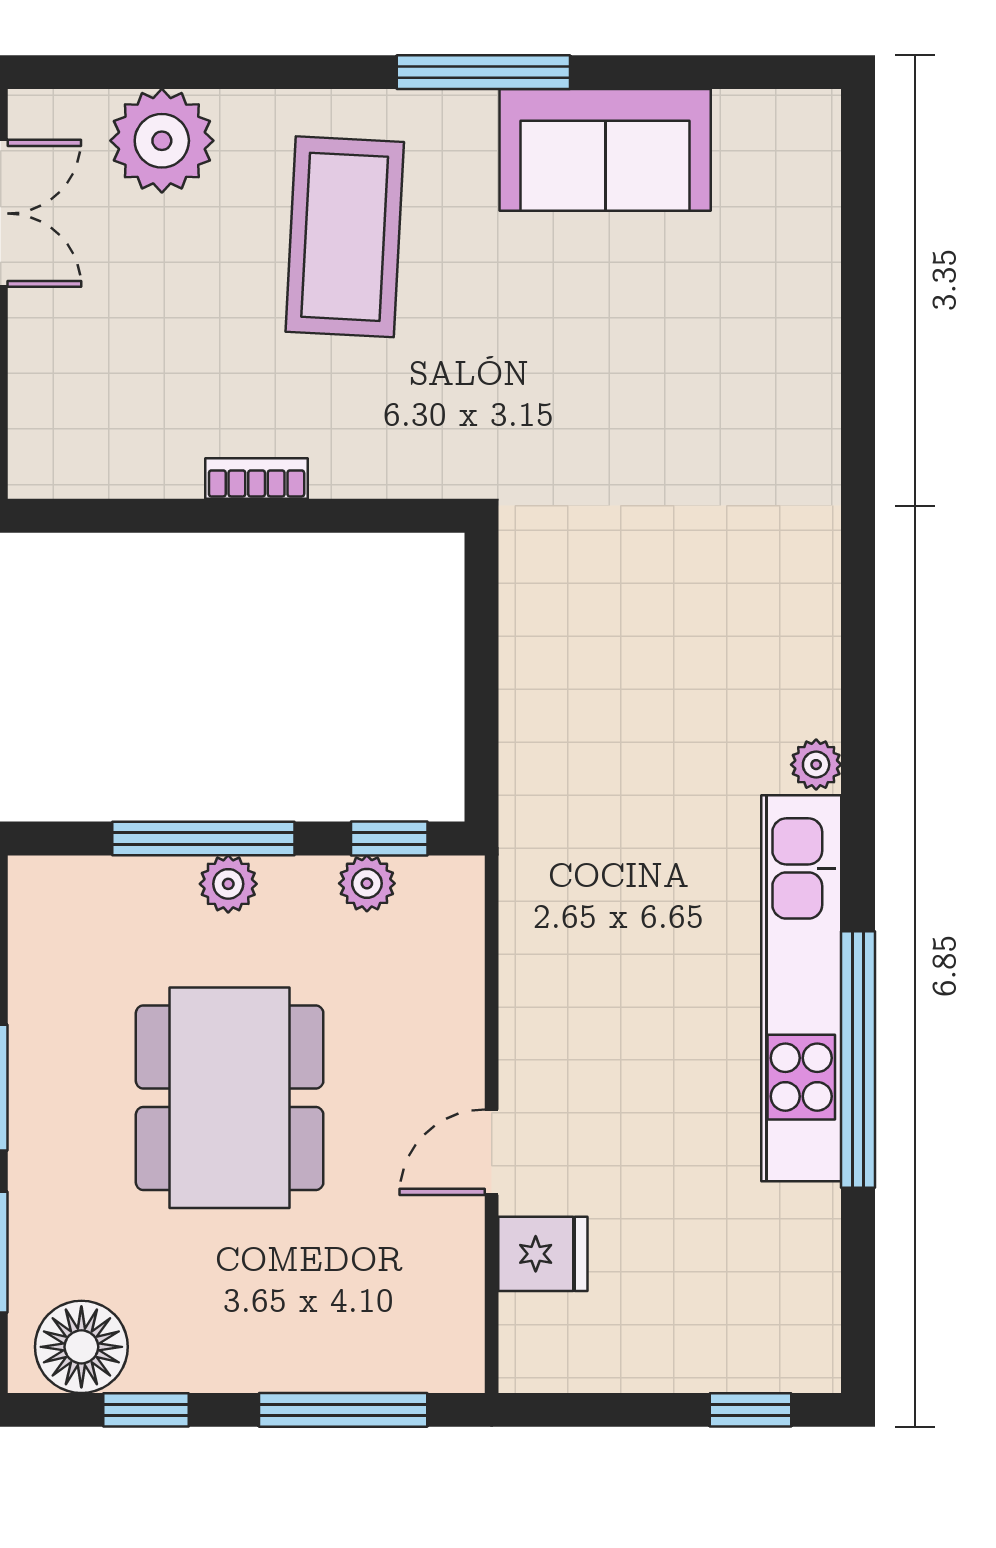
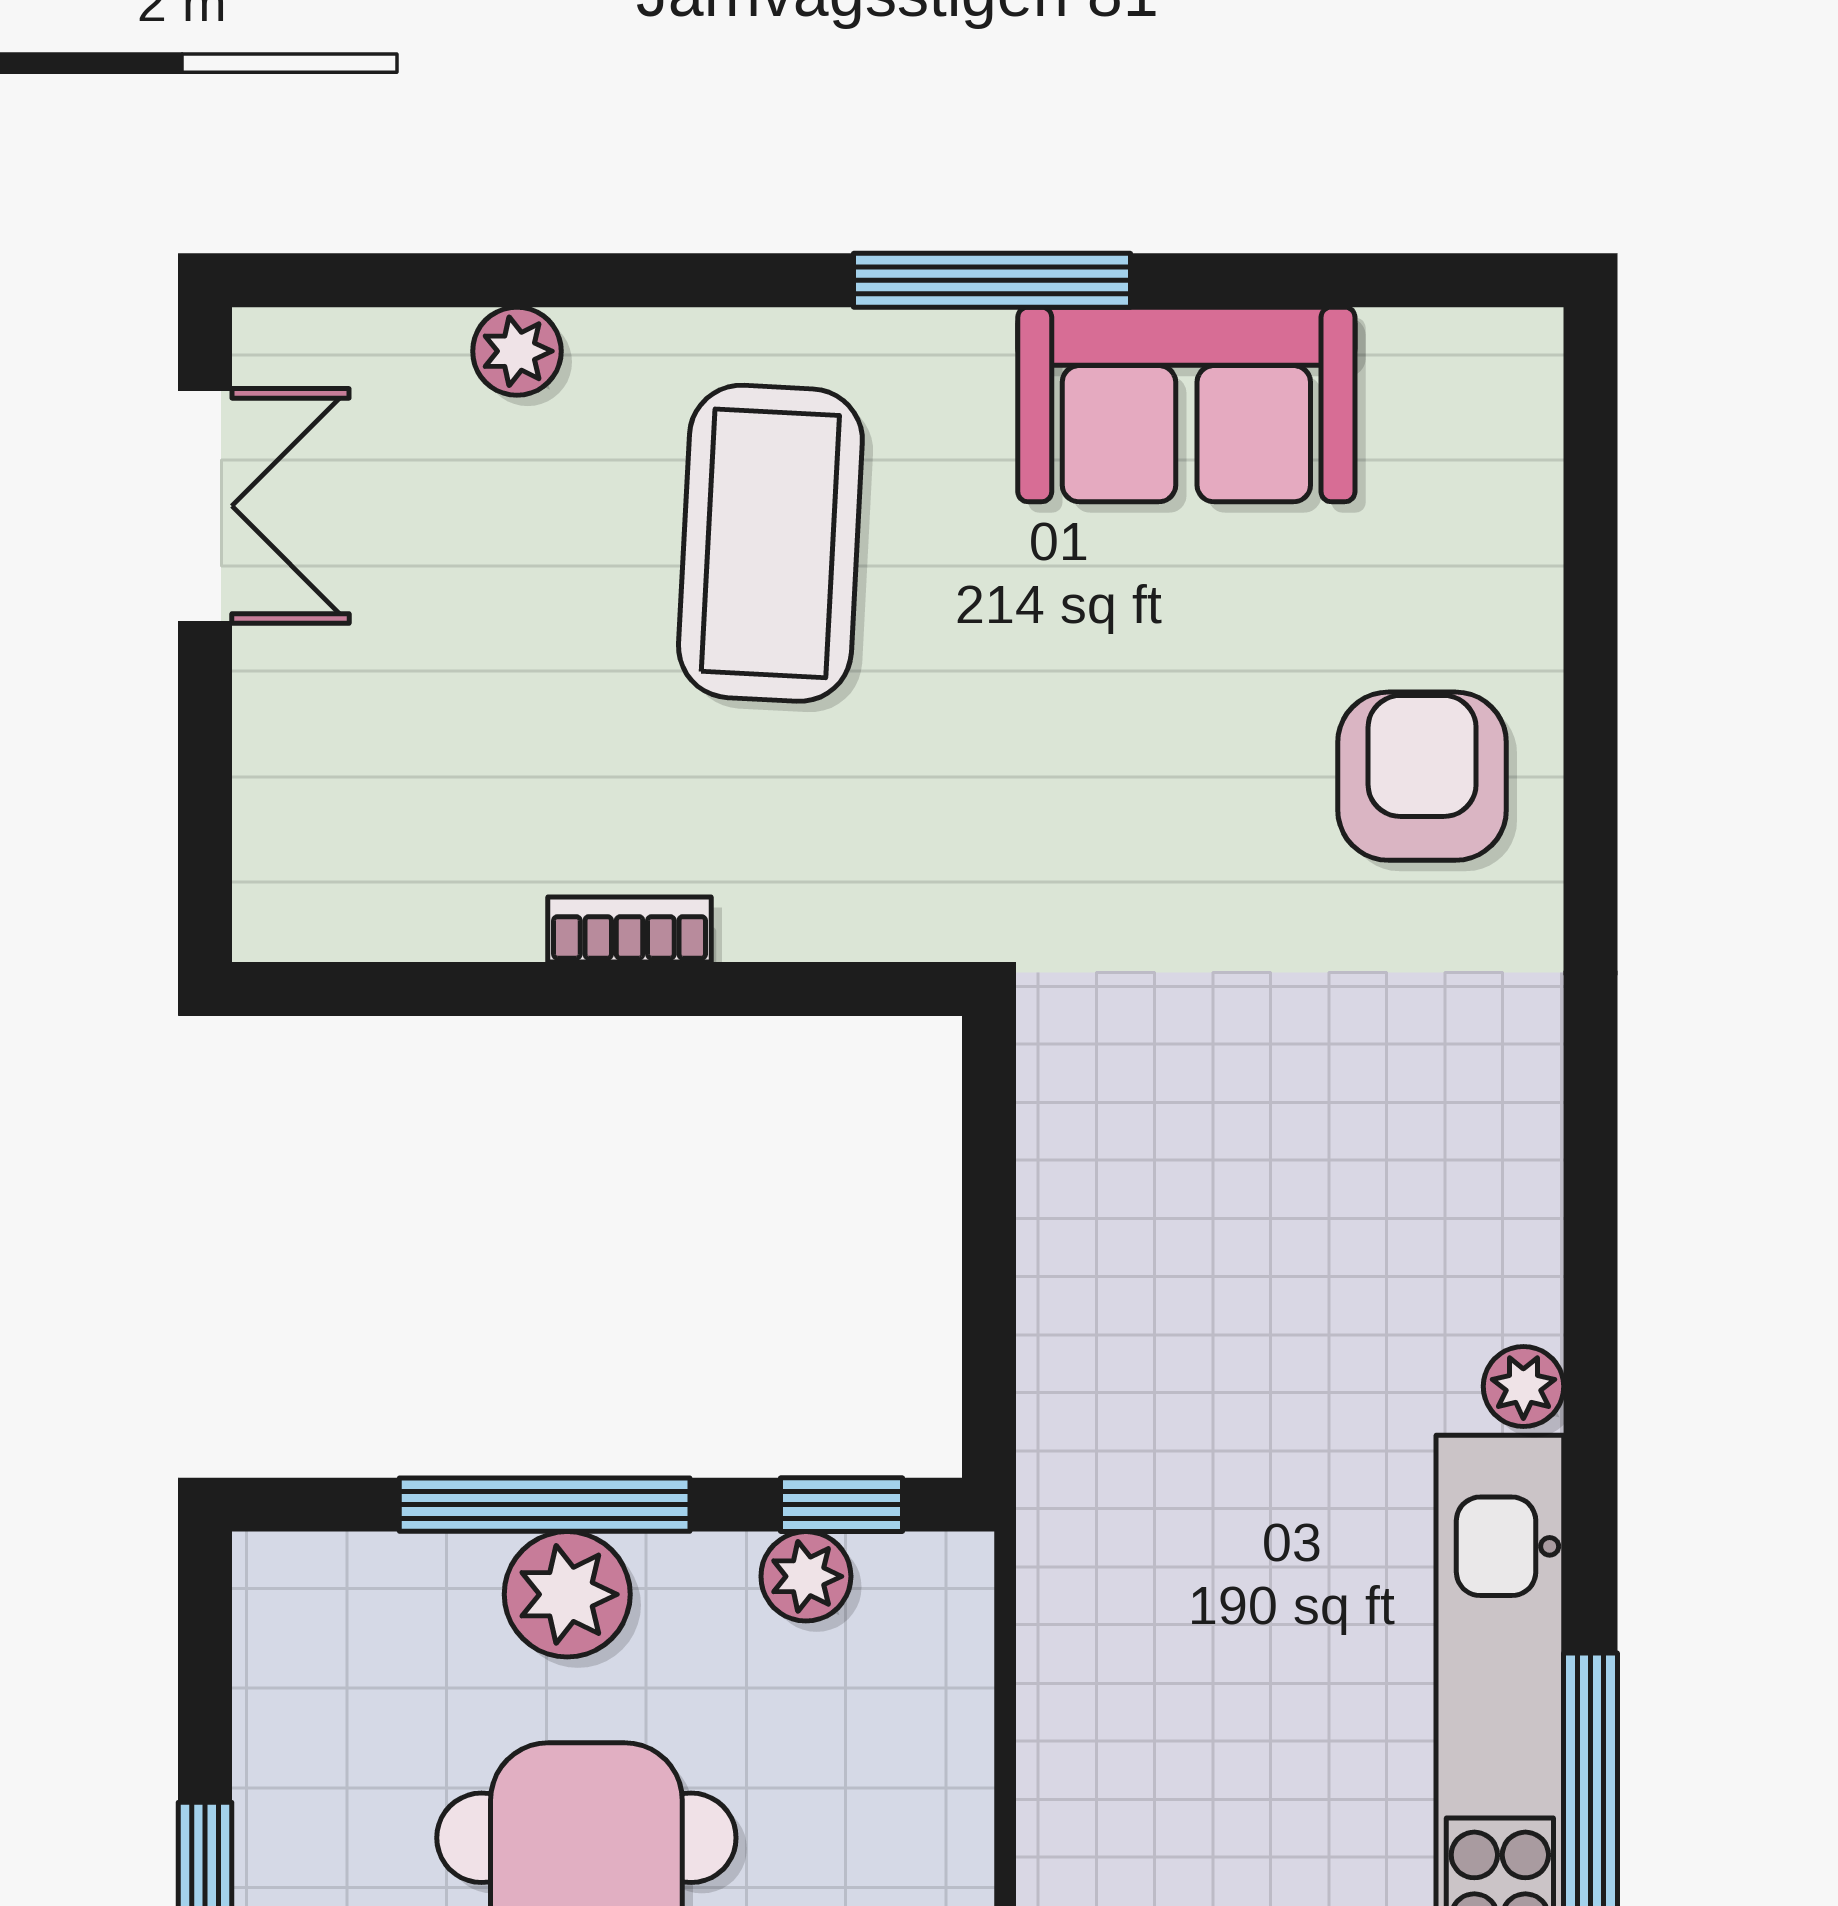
plant: (162, 141) -> (517, 351), width x0.53, depth x0.53
armchair: (753, 383) -> (1422, 776), added
plant: (228, 884) -> (567, 1594), width x1.38, depth x1.38

